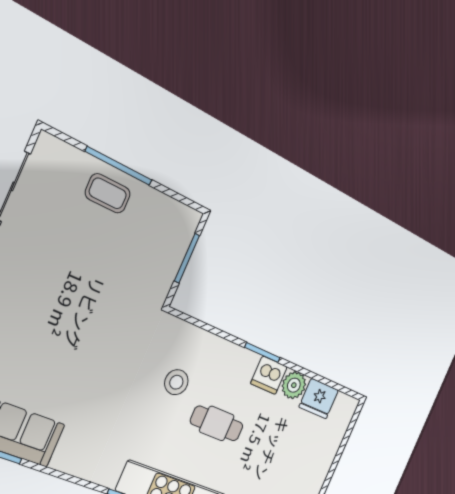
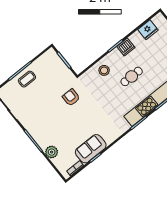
armchair: (114, 321) -> (71, 97), added
stool: (176, 382) -> (104, 70), moved
plant: (294, 385) -> (136, 38), removed

